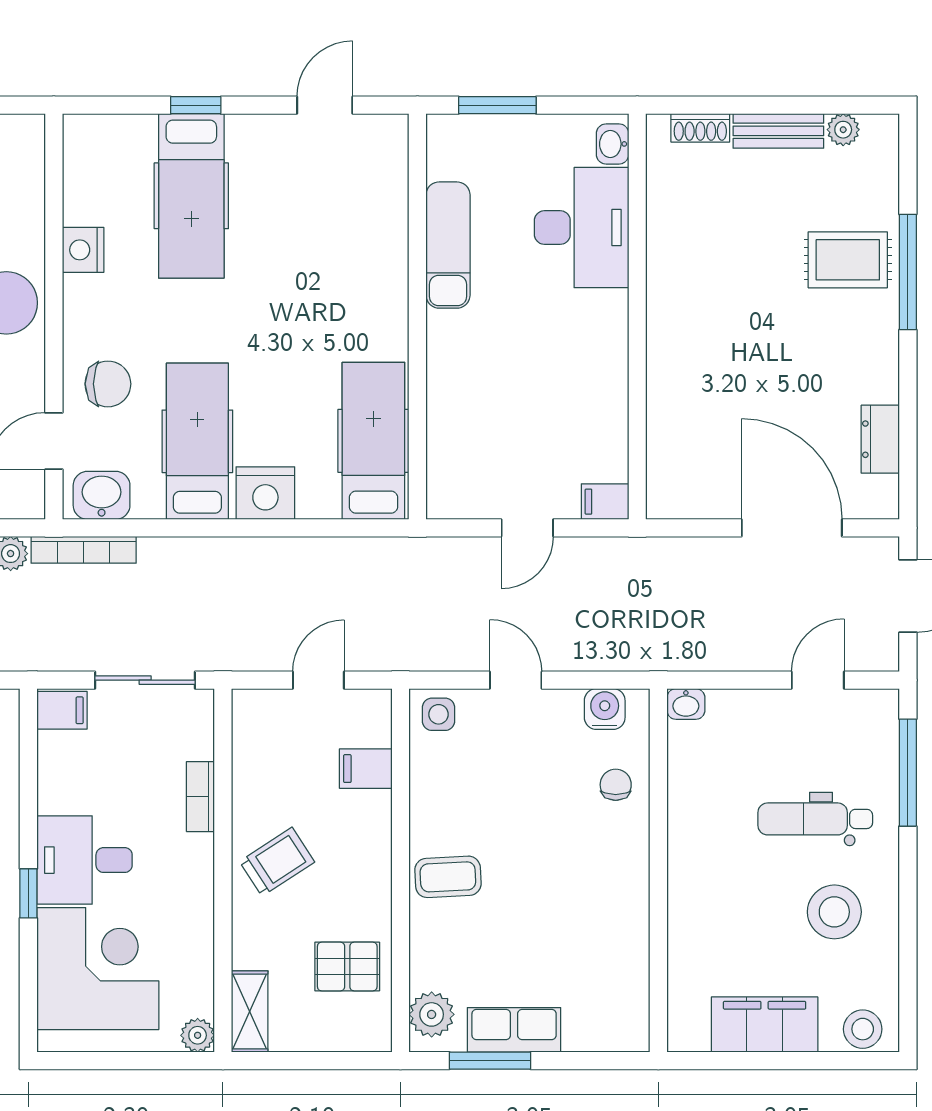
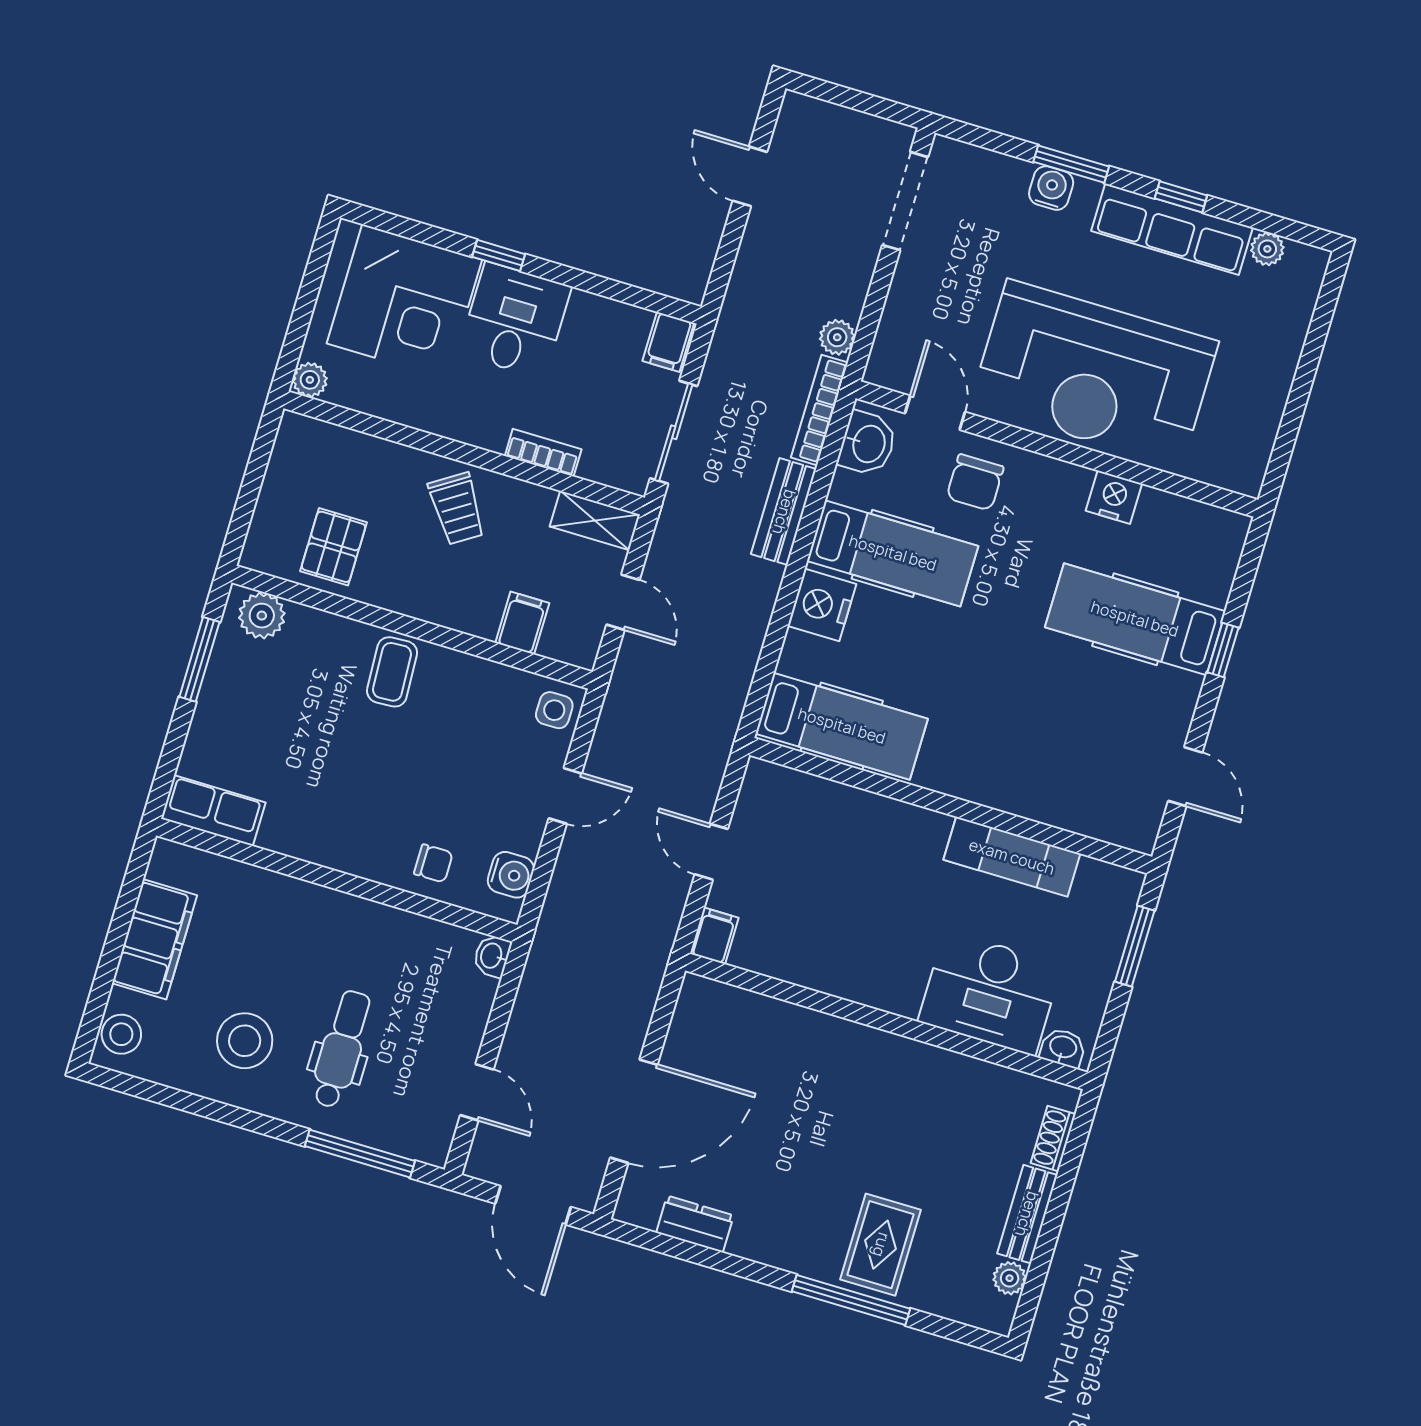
bench: (189, 555) -> (784, 512), added
shelving: (250, 1012) -> (595, 520), moved
row of seats: (514, 1030) -> (213, 811), moved, turned -90

